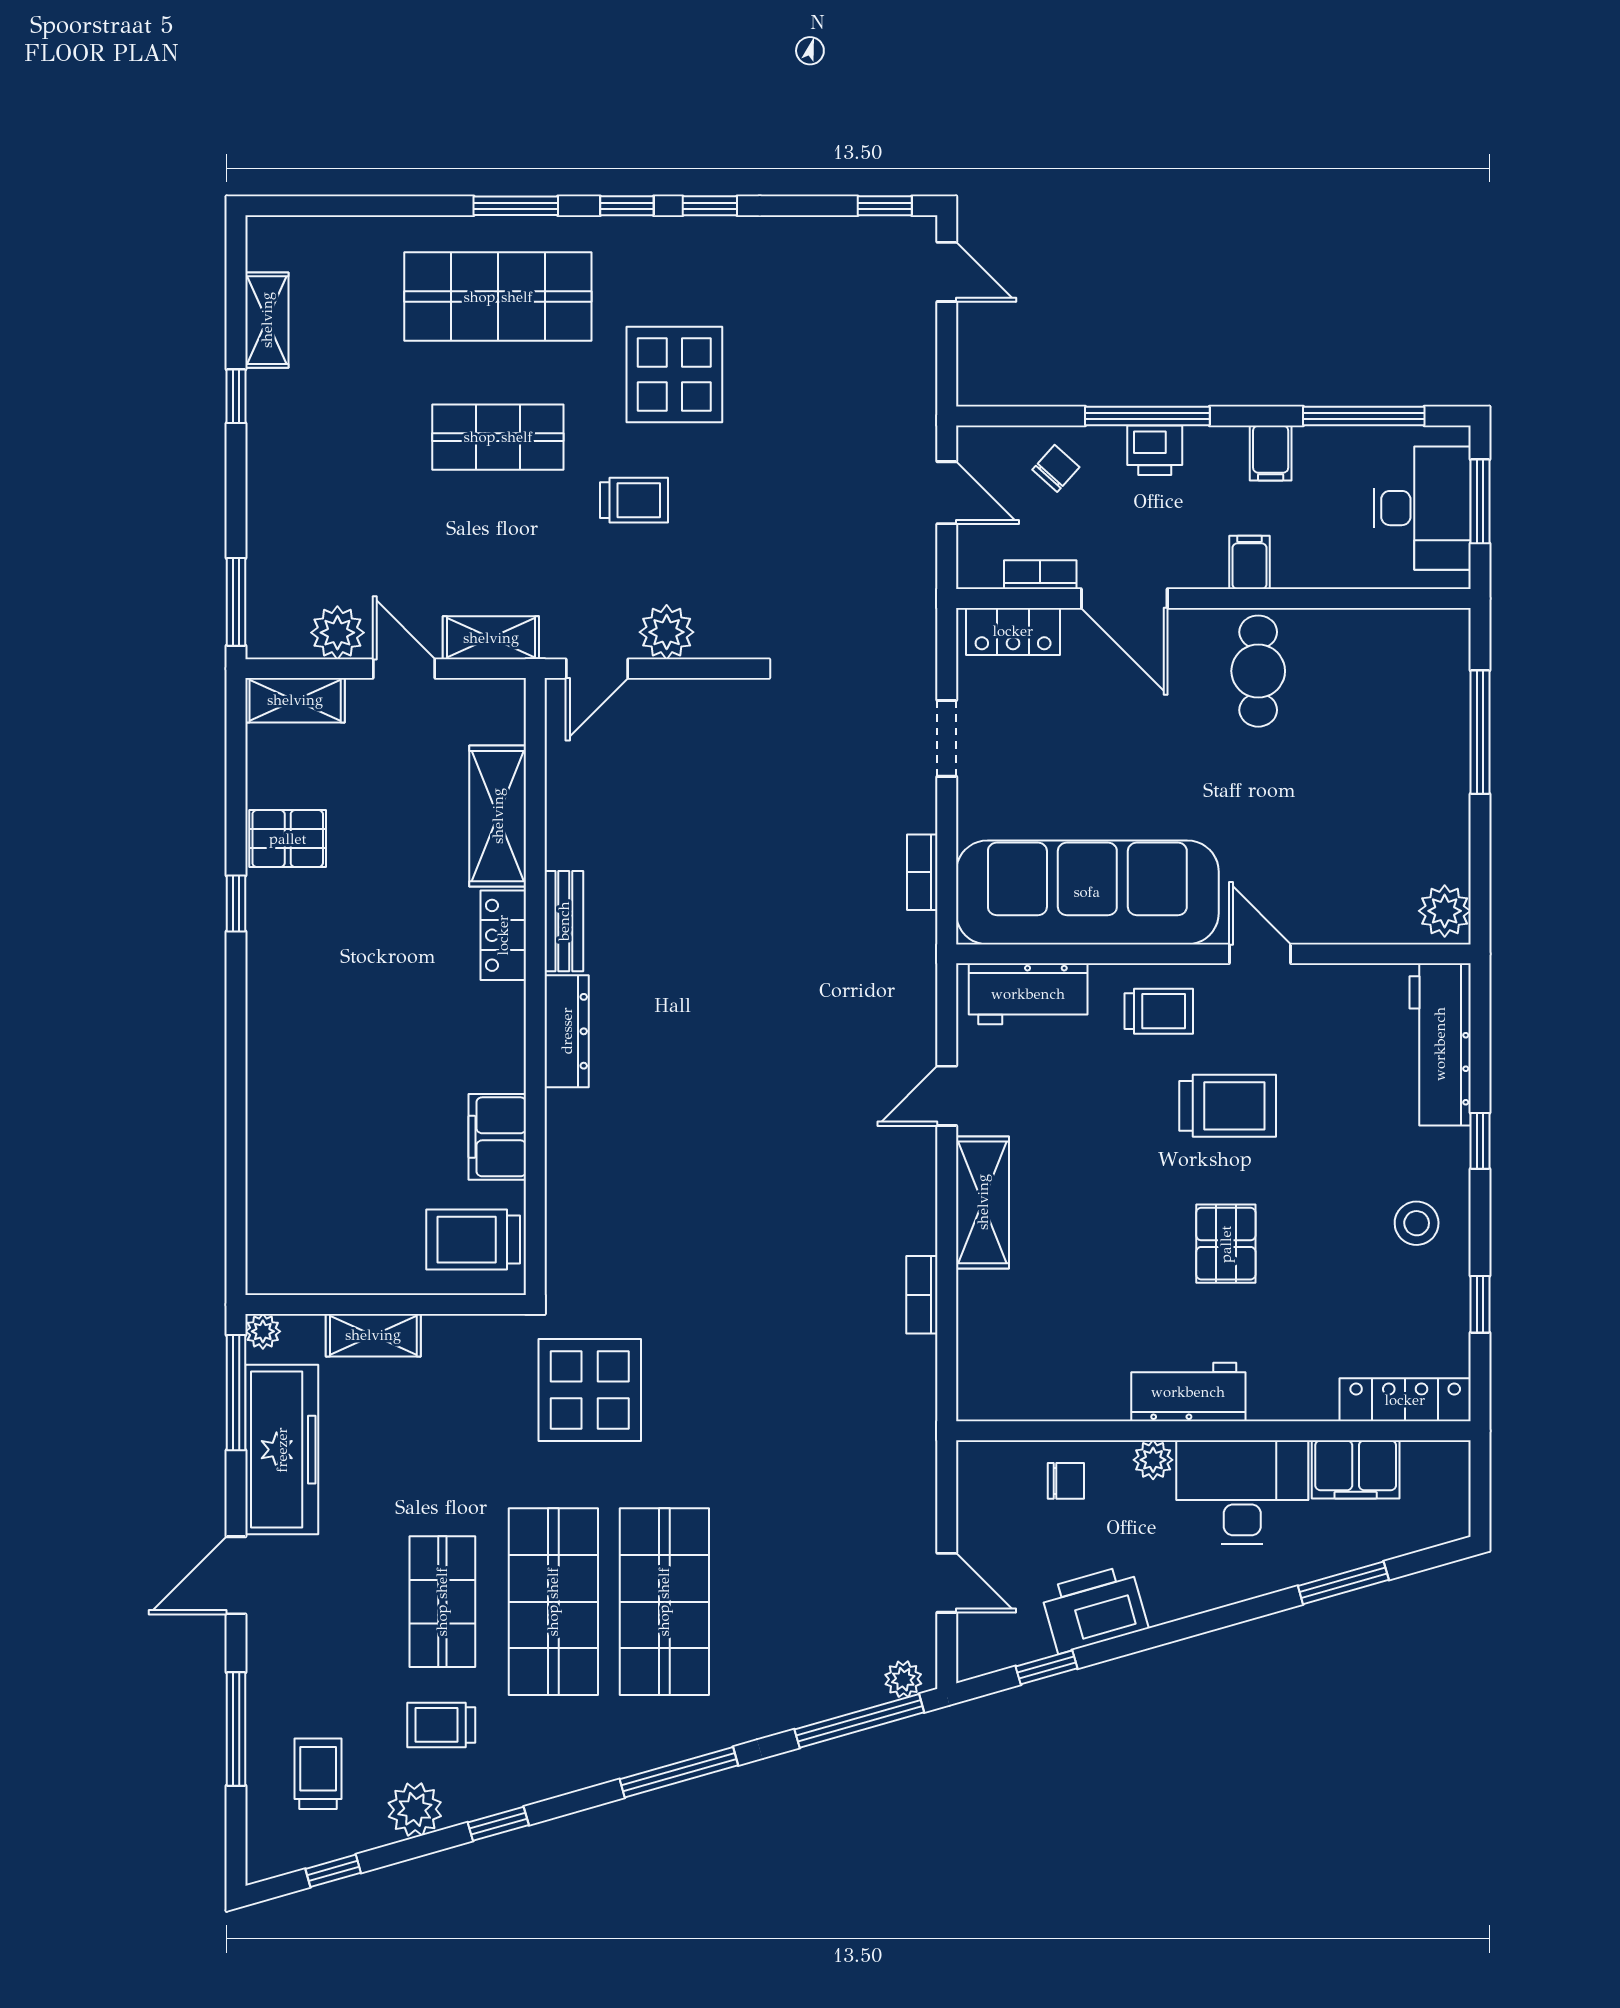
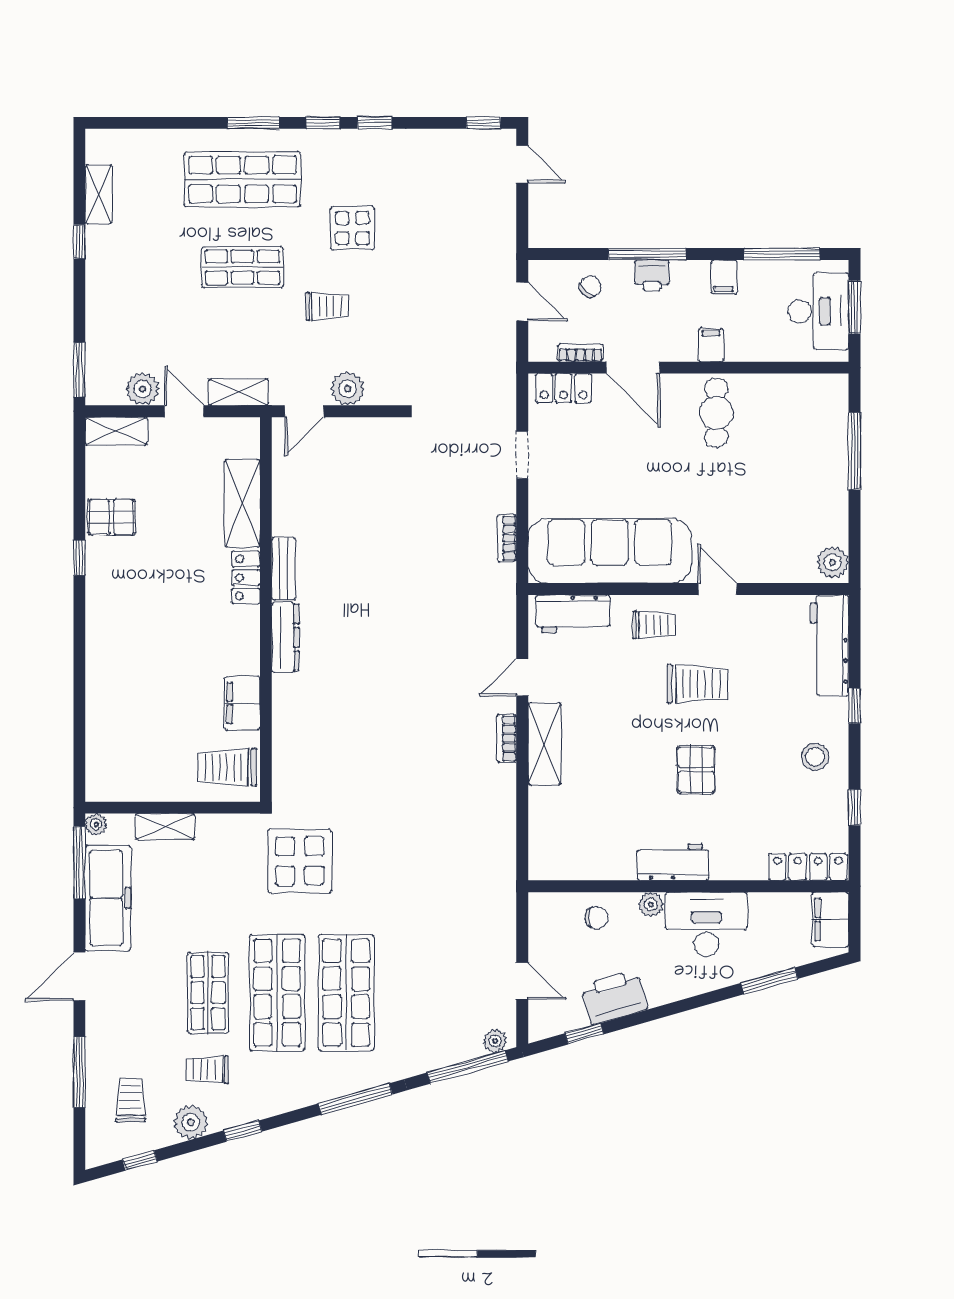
display table: (674, 375) -> (352, 228), width x0.73, depth x0.73
bookcase: (922, 1295) -> (507, 738), moved
filing cabinet: (1356, 1469) -> (830, 919), moved, turned 90

